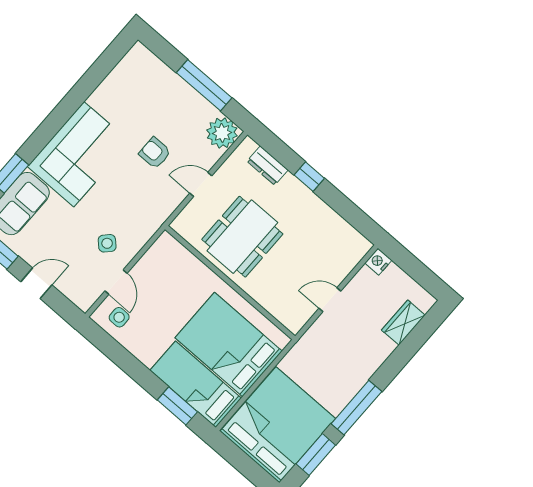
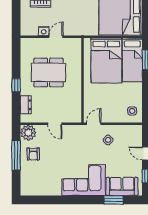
armchair: (155, 153) -> (33, 154), moved
dining table: (242, 237) -> (49, 72), moved
nightstand: (378, 262) -> (44, 31), moved
door: (116, 282) -> (94, 124), moved
door: (330, 300) -> (56, 37), swing flipped

